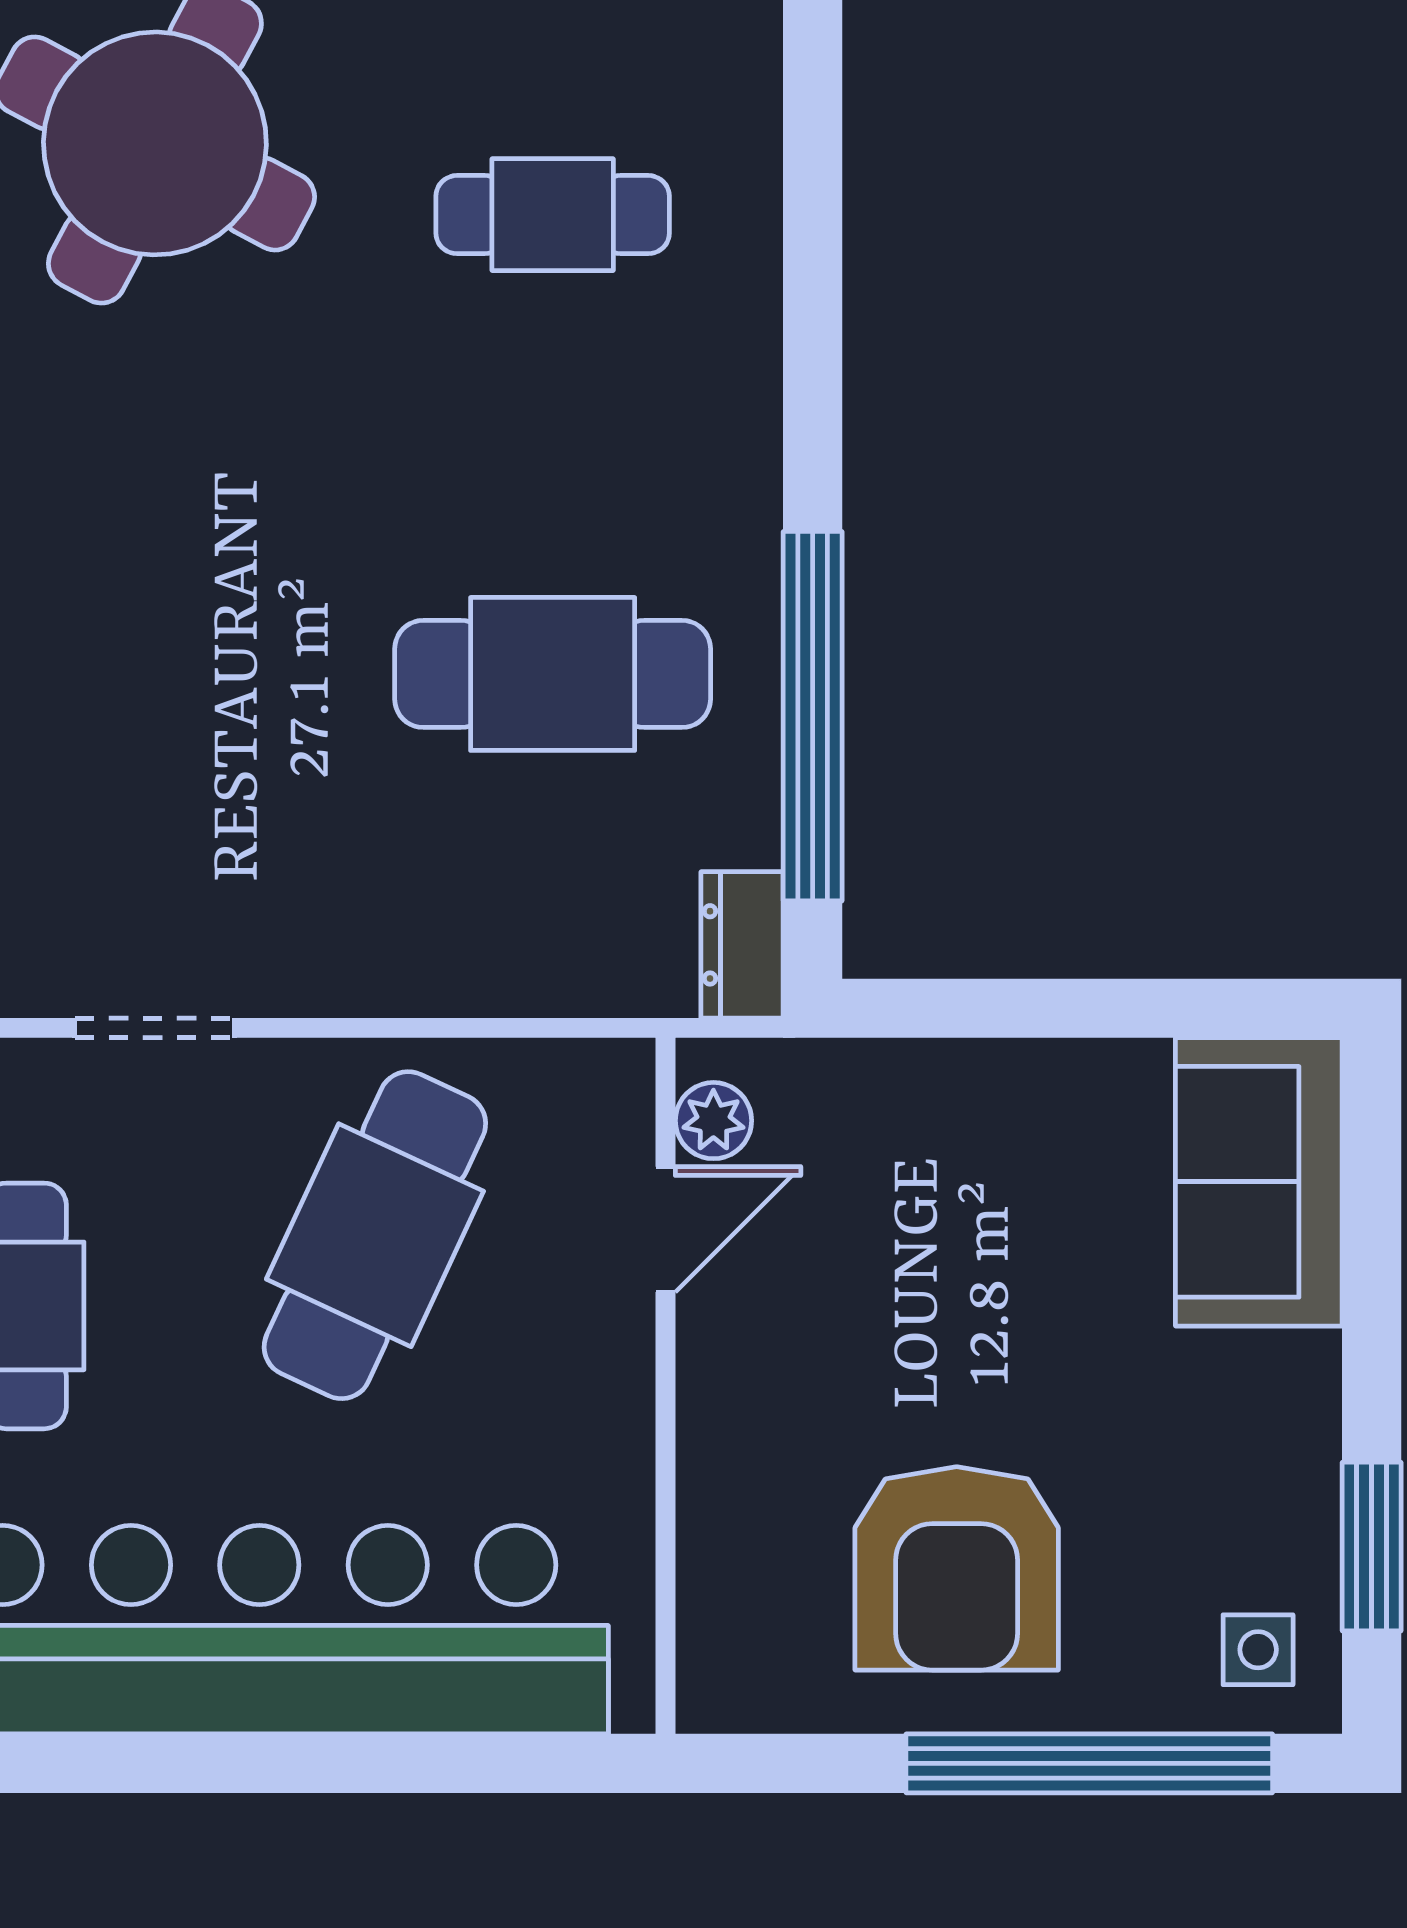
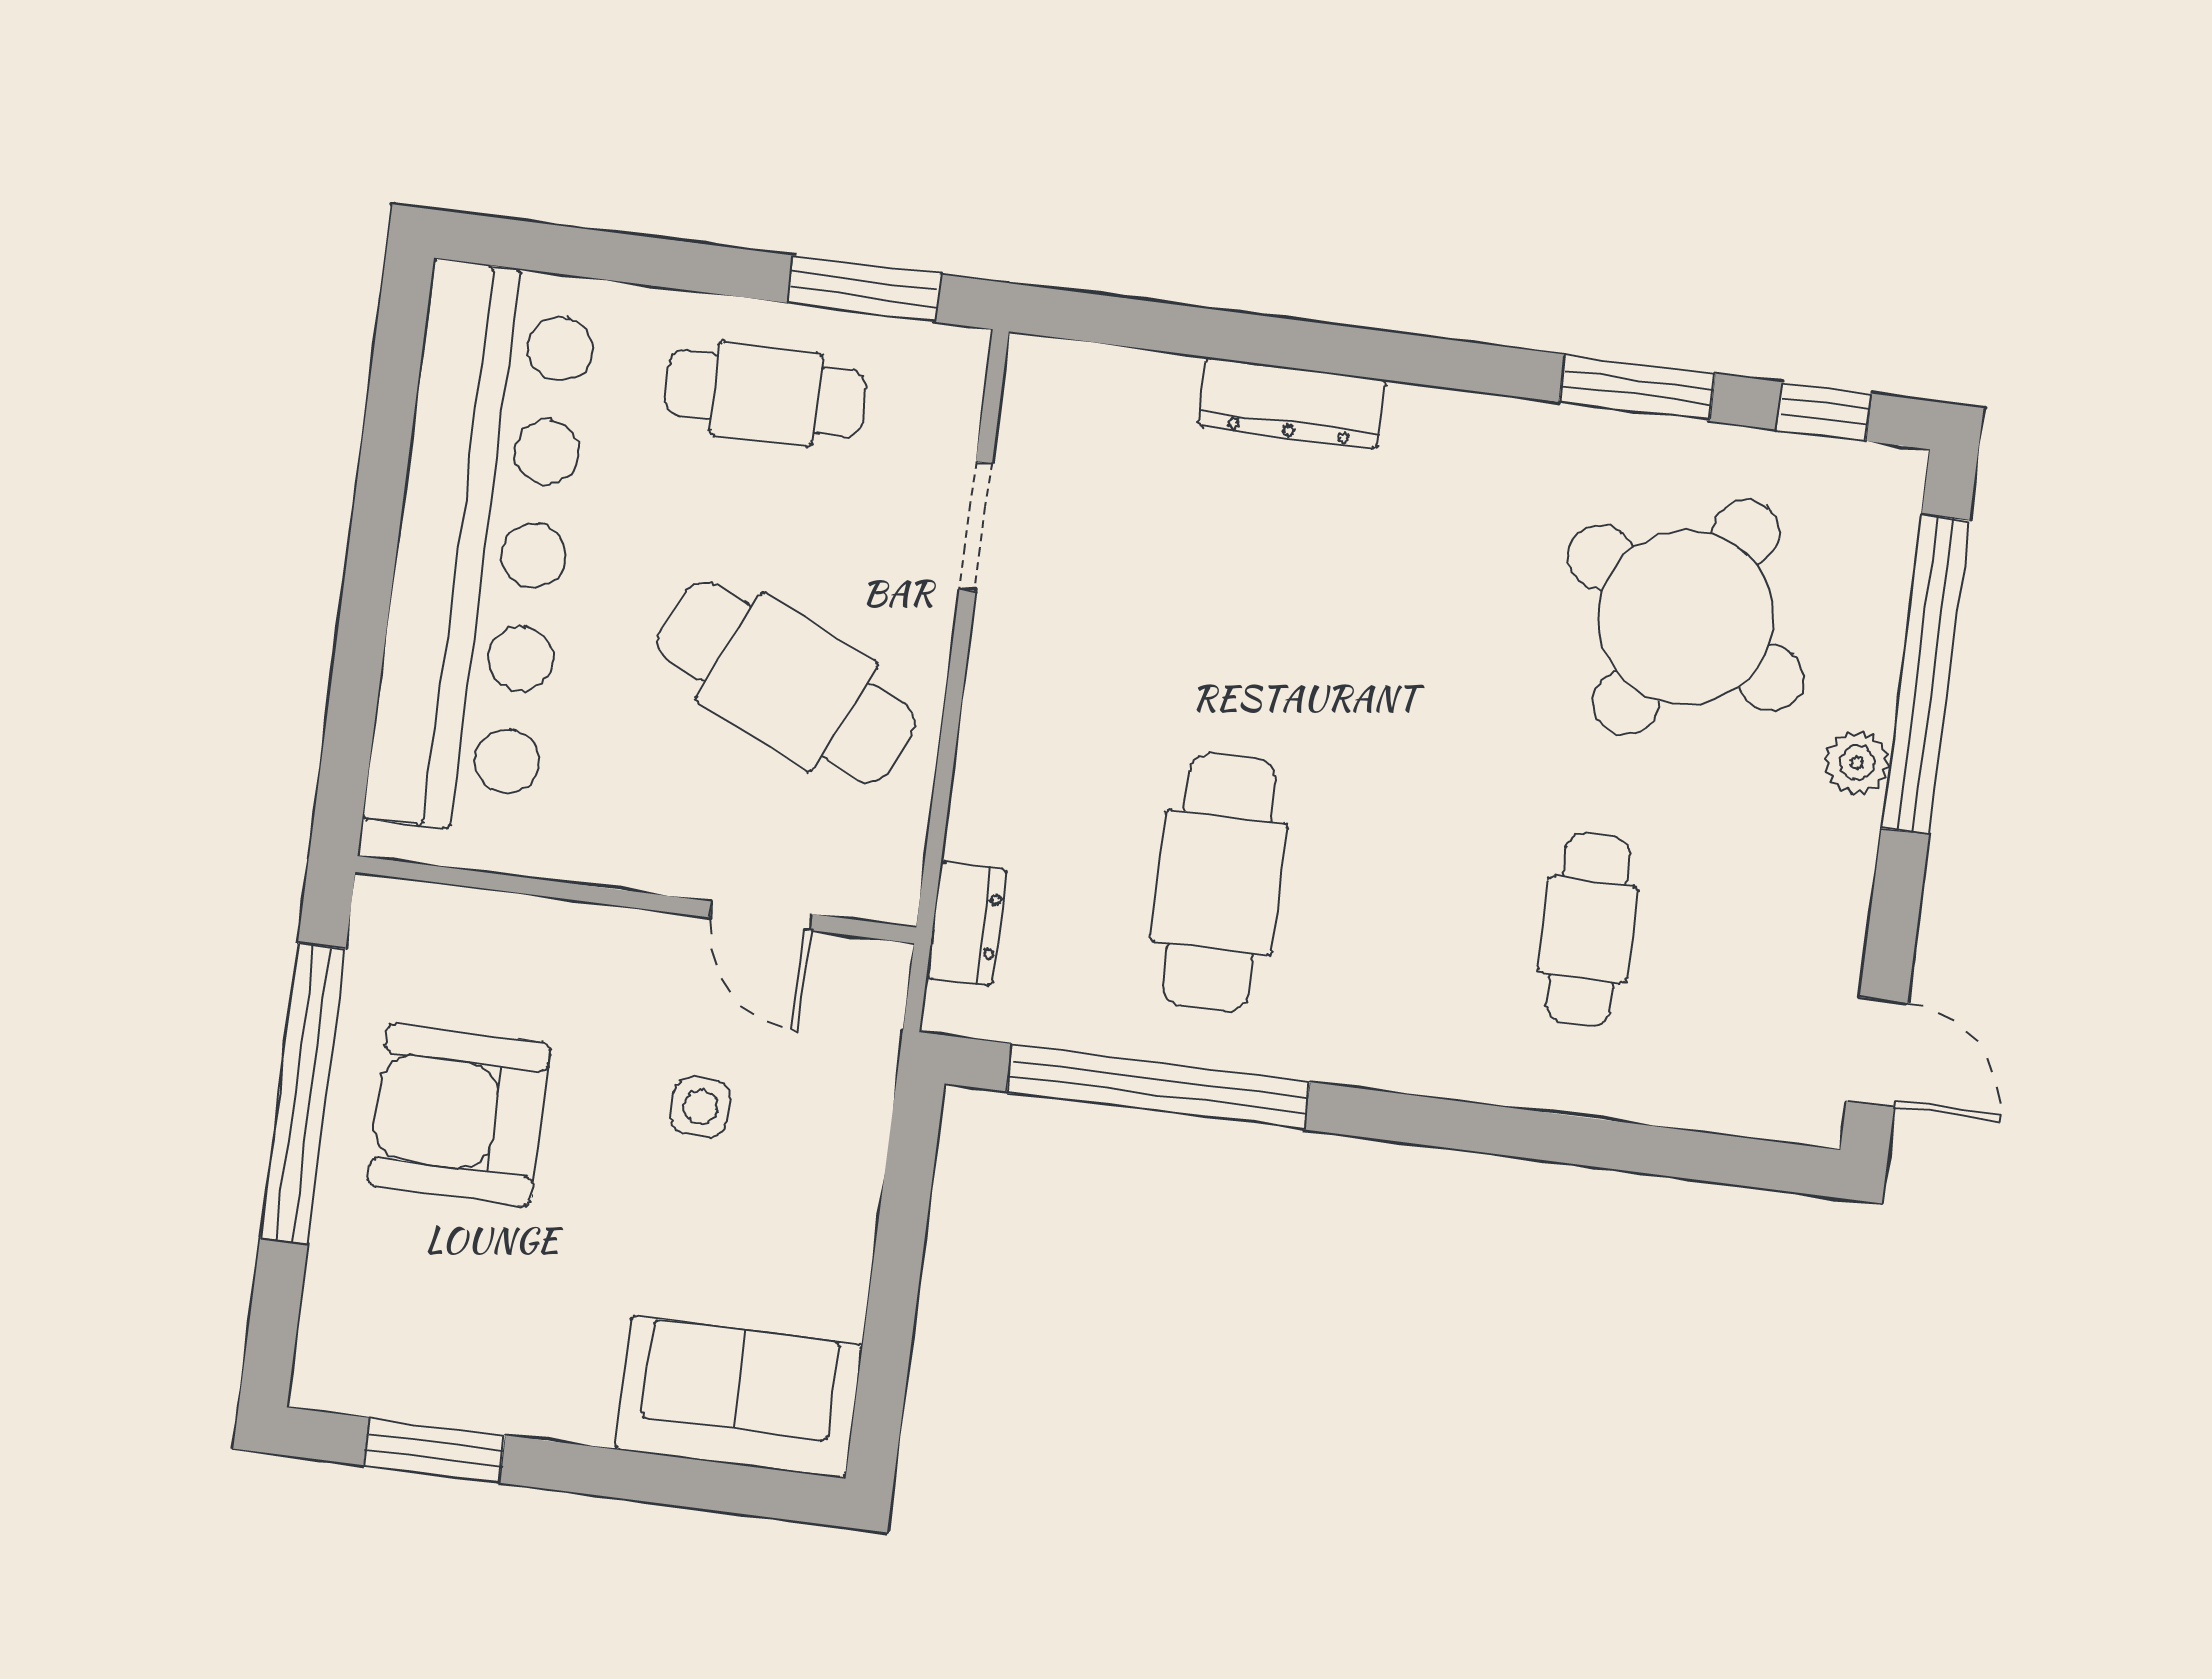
dresser: (742, 945) -> (966, 923), moved, turned 90
plant: (713, 1121) -> (844, 966), removed
side table: (1258, 1650) -> (700, 1107), moved
window: (1089, 1763) -> (303, 1093), moved

